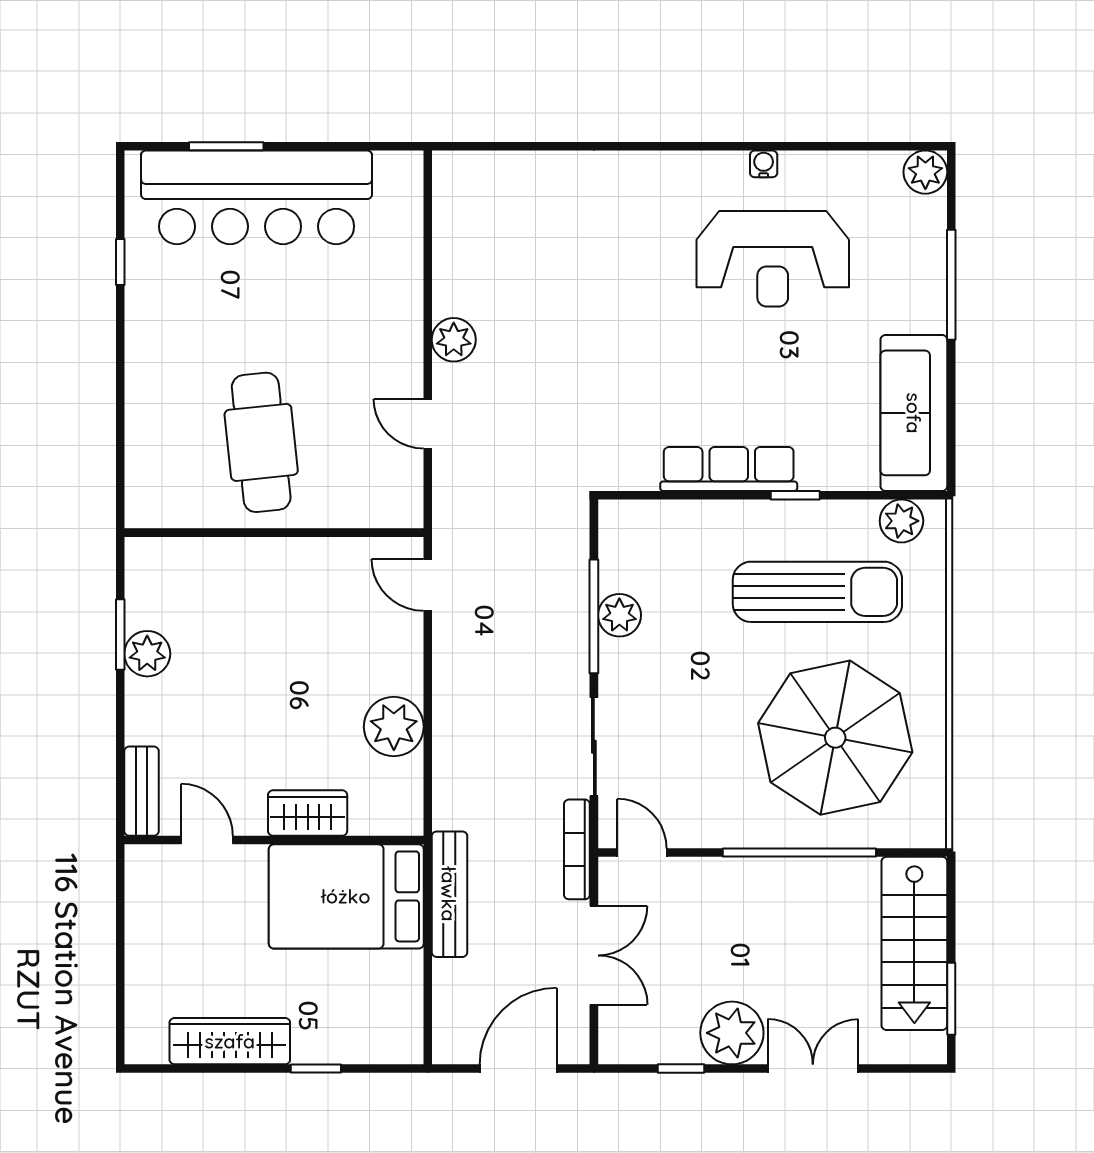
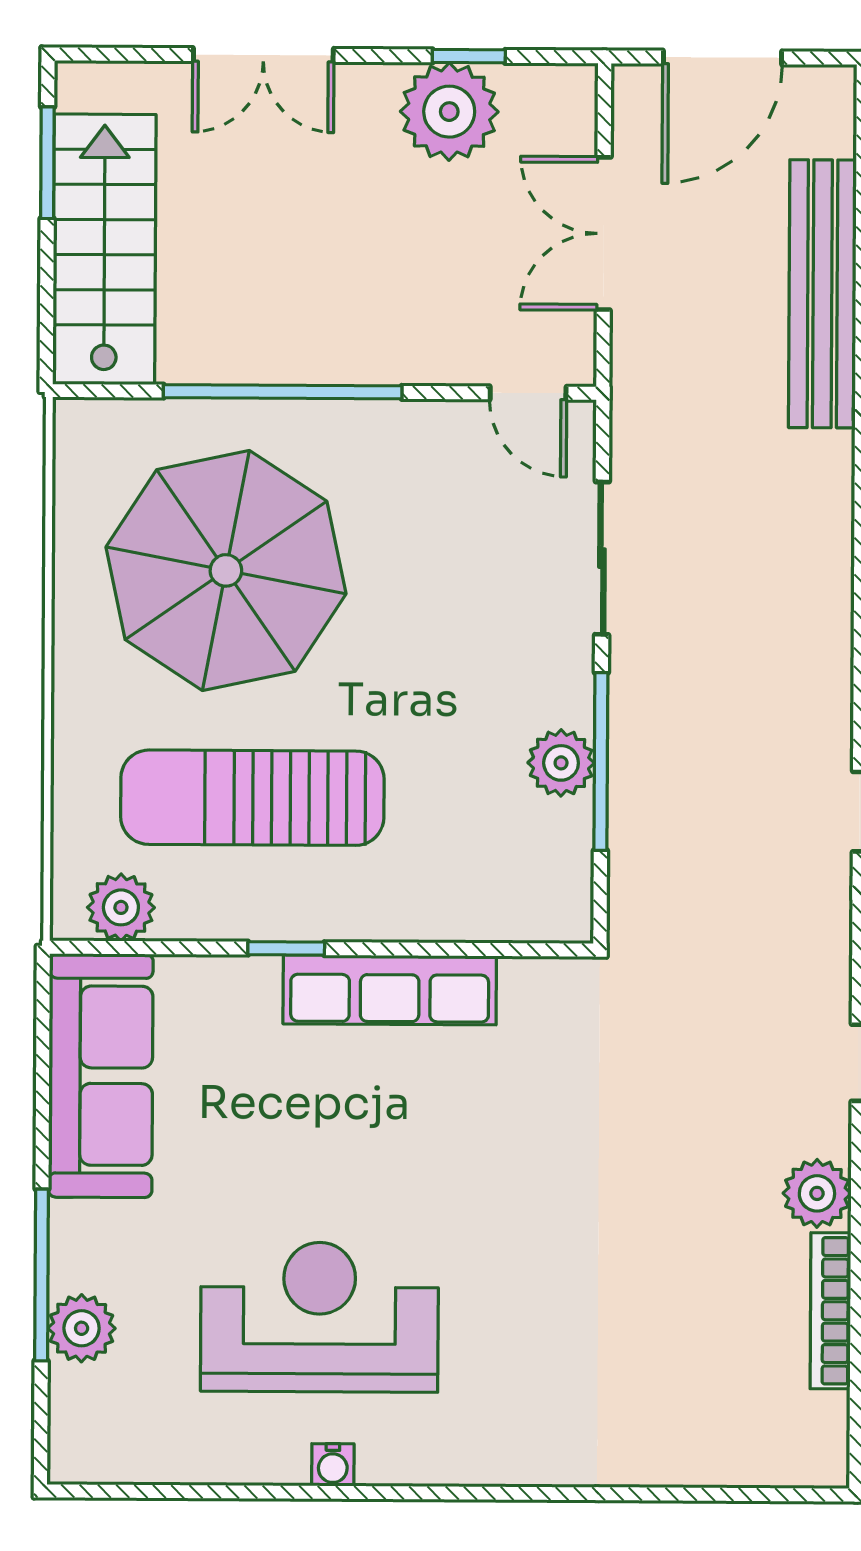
plant: (925, 172) -> (82, 1328), moved
bookcase: (577, 849) -> (830, 1311), moved, turned 180
bench: (449, 894) -> (822, 294), width x1.37, depth x1.21
plant: (732, 1033) -> (449, 112), moved

